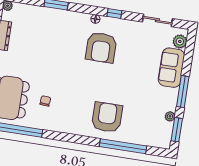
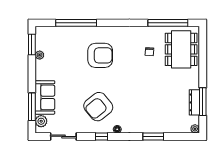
armchair: (101, 47) -> (98, 107), moved, turned -129
window: (183, 92) -> (32, 107), moved
armchair: (107, 117) -> (100, 55), moved, turned -90

